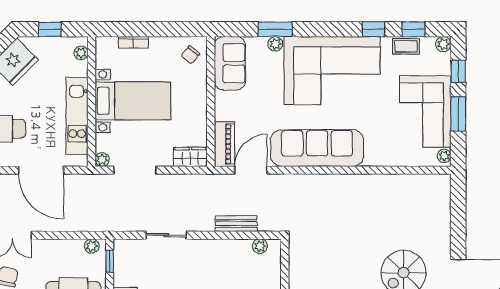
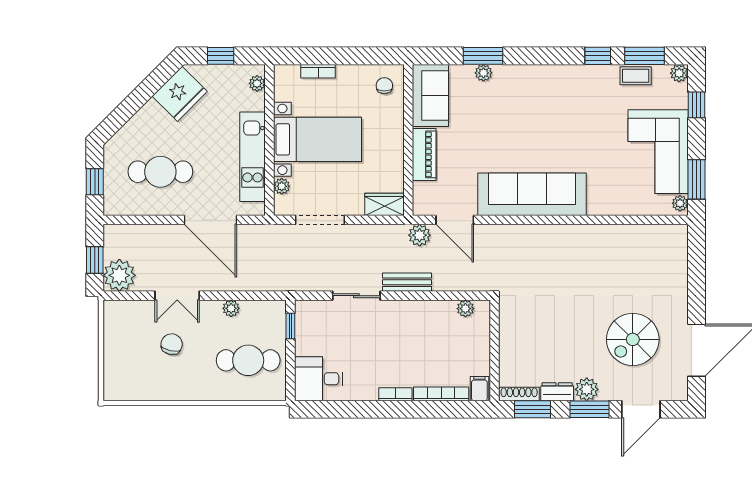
window: (414, 29) -> (644, 56), width x1.50
chair: (190, 55) -> (384, 86), turned 140
corner sofa: (332, 71) -> (550, 104), removed
window: (458, 114) -> (696, 179), moved
piano: (224, 144) -> (424, 154), moved
plant: (102, 160) -> (282, 186), moved
door: (251, 170) -> (455, 220), swing flipped
plant: (220, 183) -> (420, 235), added
bench: (236, 224) -> (407, 282), moved
plant: (92, 246) -> (231, 308), moved

